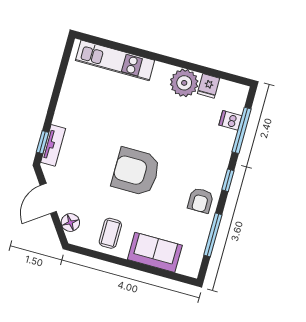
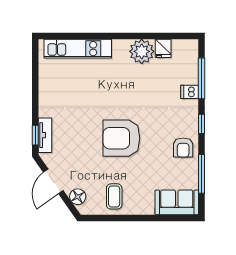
dishwasher: (230, 120) -> (190, 92), moved
sofa: (155, 252) -> (177, 202), moved

